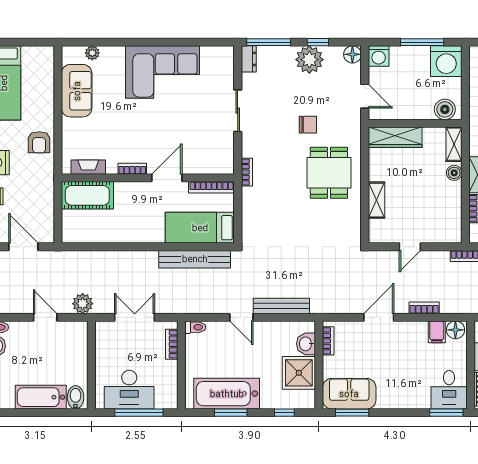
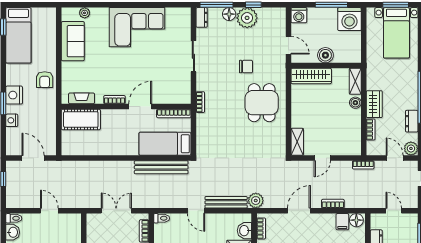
floor lamp: (352, 54) -> (229, 14), moved
boiler: (445, 109) -> (325, 55), moved
shelving: (376, 200) -> (297, 142), moved
plant: (83, 304) -> (256, 201), moved

